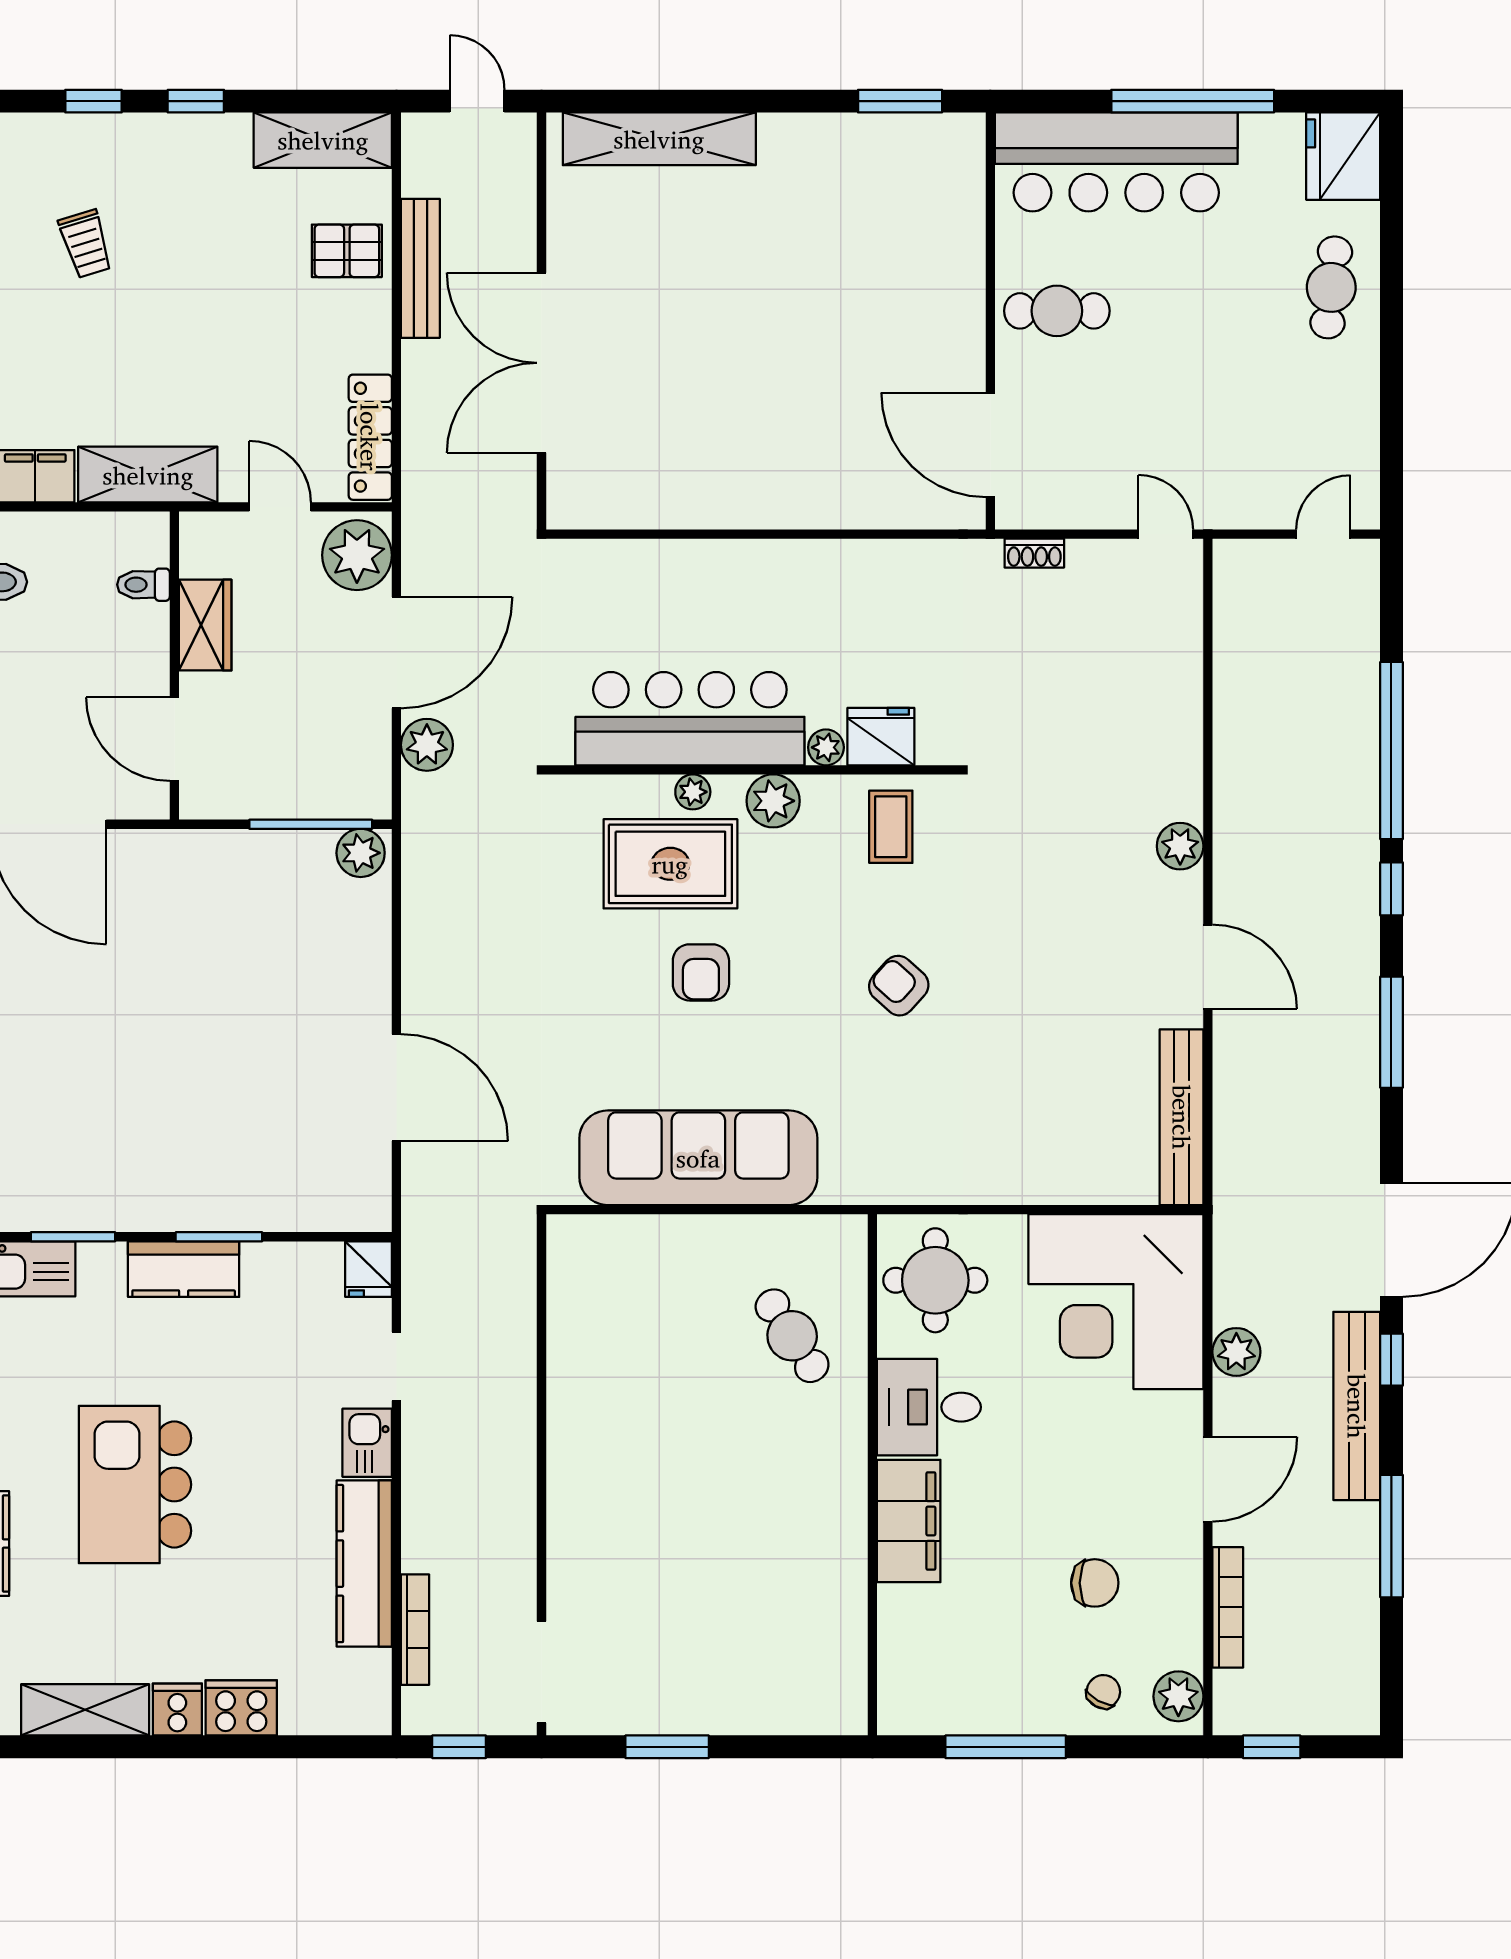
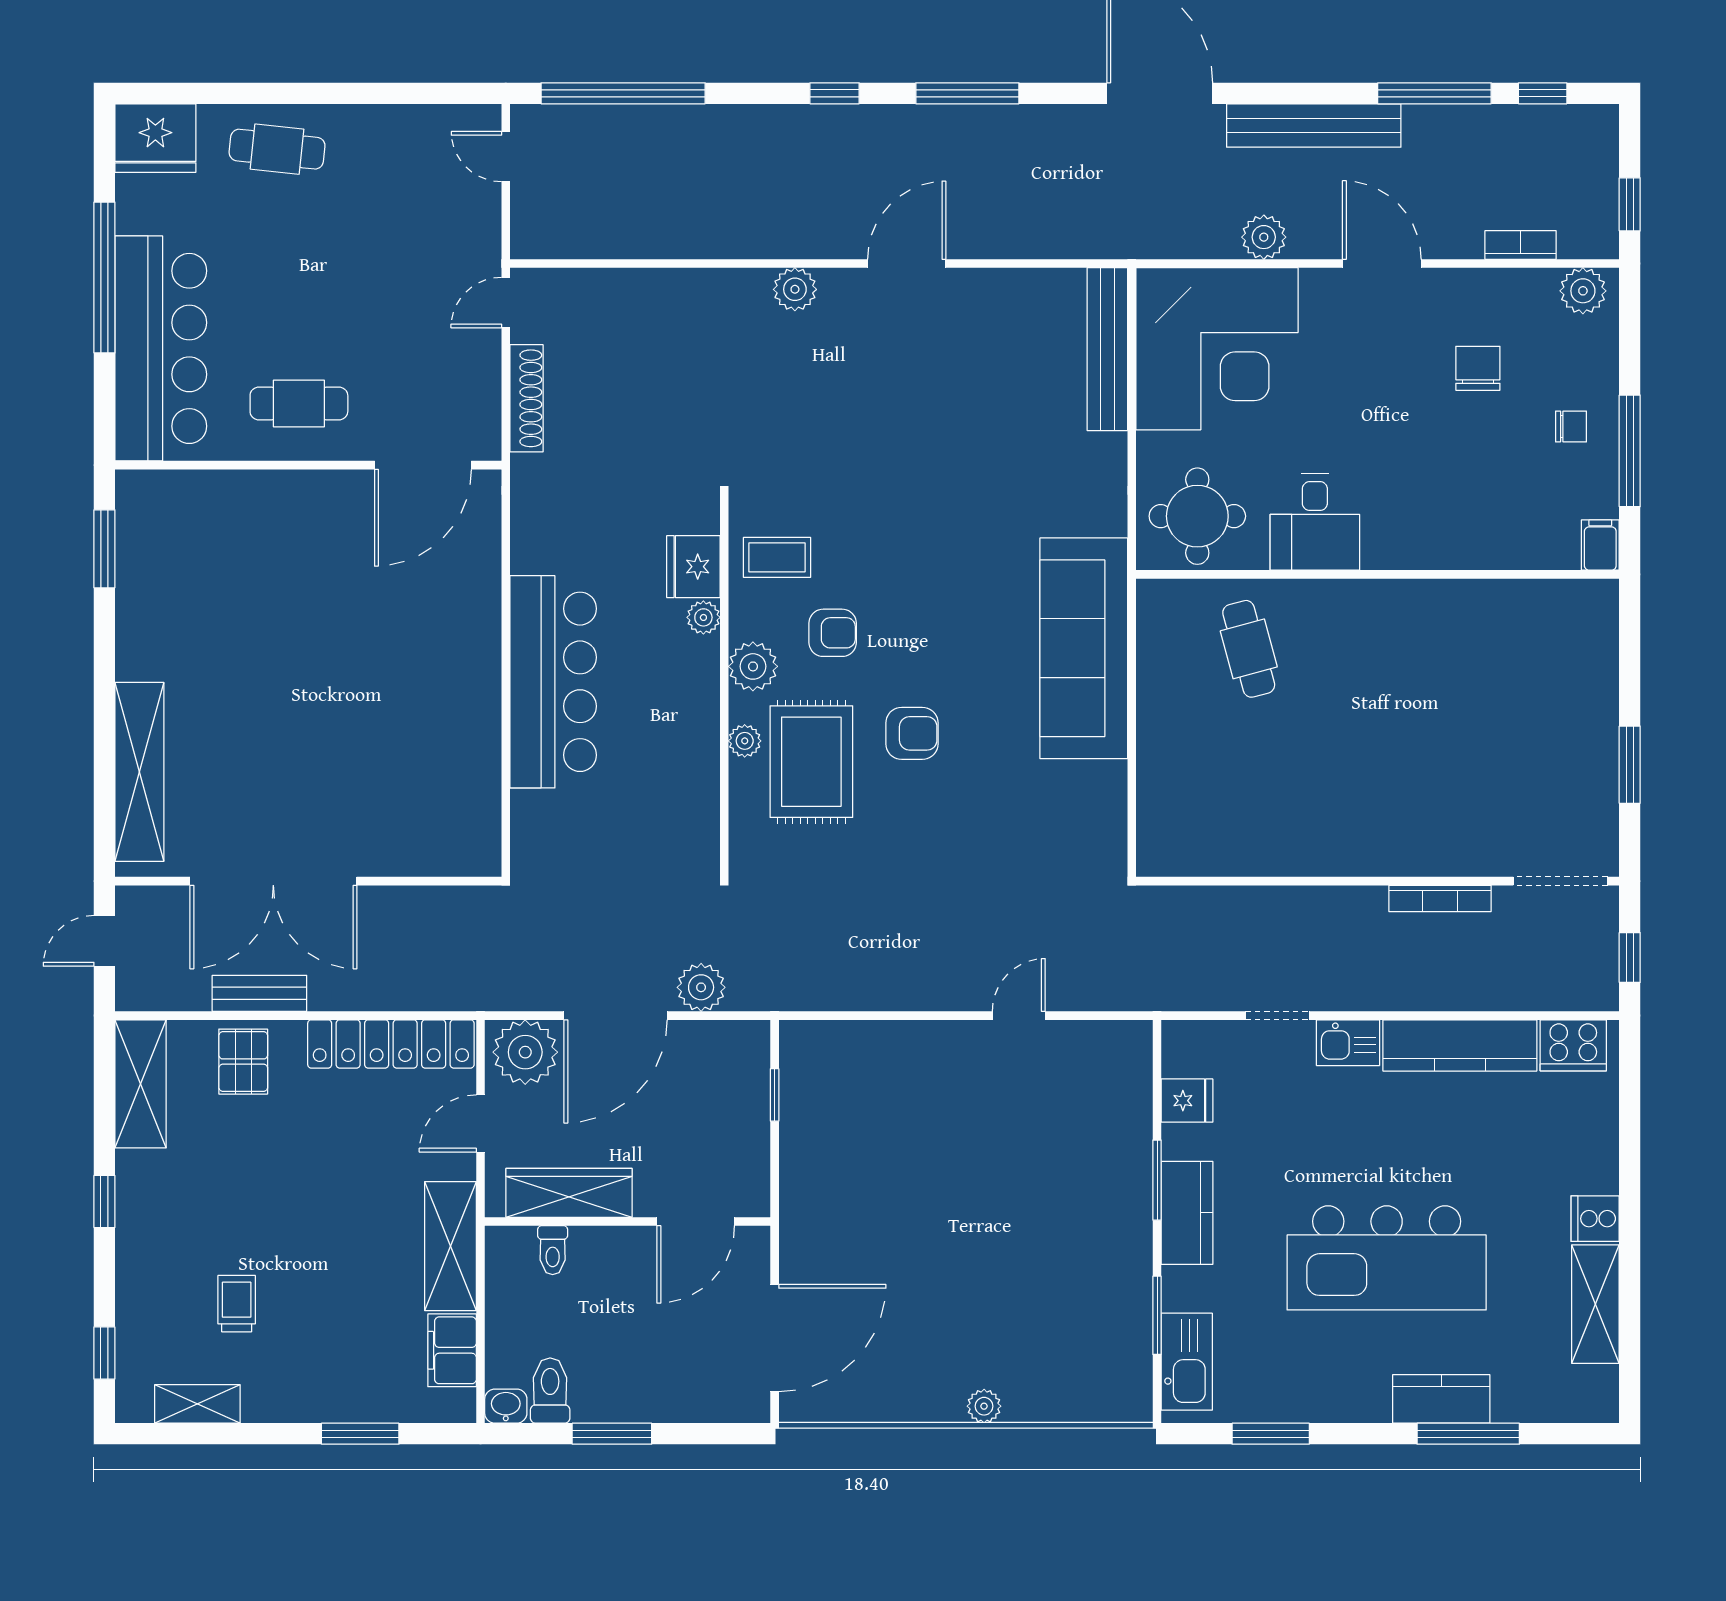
window: (93, 101) -> (104, 1353), moved
trolley: (86, 244) -> (237, 1304), turned -73
bench: (420, 268) -> (259, 993), width x0.73
cafe table: (1057, 311) -> (299, 403), turned 90
double door: (541, 363) -> (273, 881), moved
locker: (370, 437) -> (391, 1044), width x1.41, depth x1.21
shoe rack: (1034, 553) -> (527, 398), width x1.94, depth x1.24
wardrobe: (205, 625) -> (569, 1193), width x1.50
door: (396, 653) -> (616, 1016), swing flipped
bar counter: (690, 719) -> (553, 682), moved, turned 180
window: (1391, 751) -> (623, 93), moved
window: (311, 824) -> (775, 1095), width x0.46
plant: (361, 853) -> (801, 1049), removed
armchair: (899, 986) -> (833, 633), moved, turned -132
door: (396, 1088) -> (1019, 1016), width x0.53
bench: (1182, 1117) -> (1107, 349), moved, turned 90
sofa: (698, 1158) -> (1084, 648), moved
fridge: (369, 1269) -> (1187, 1101), moved
cafe table: (792, 1336) -> (1249, 649), turned -72
window: (1391, 1360) -> (1543, 93), moved
kitchen island: (135, 1485) -> (1387, 1258), width x1.37
filing cabinet: (909, 1521) -> (1600, 545), moved, width x0.33, depth x0.86
bookcase: (1228, 1607) -> (1521, 245), width x0.64
bookcase: (415, 1630) -> (1440, 898), moved, turned 180
chair: (1103, 1692) -> (1571, 427), moved, turned 151
cooker: (241, 1708) -> (1573, 1045), moved, turned -90

